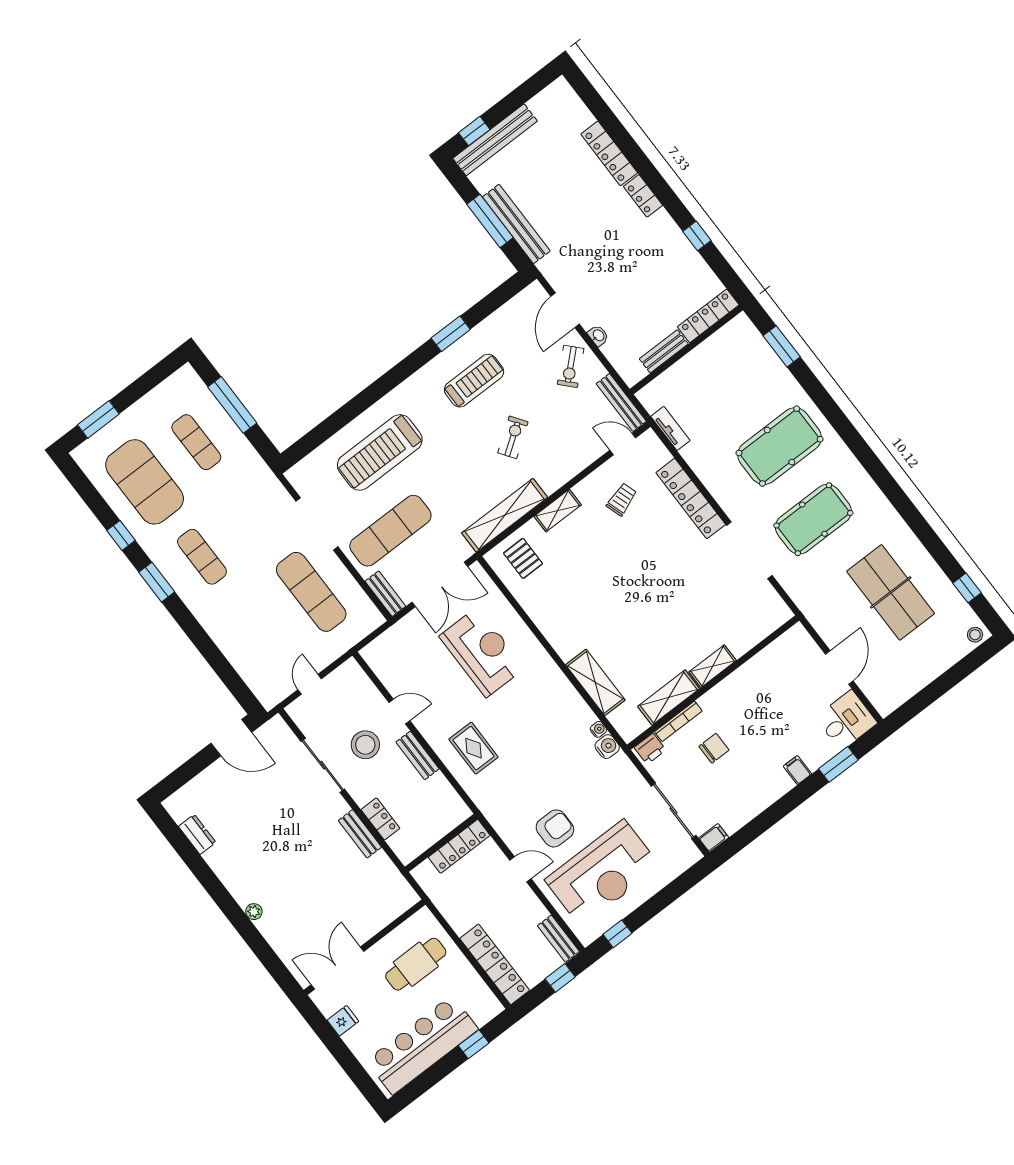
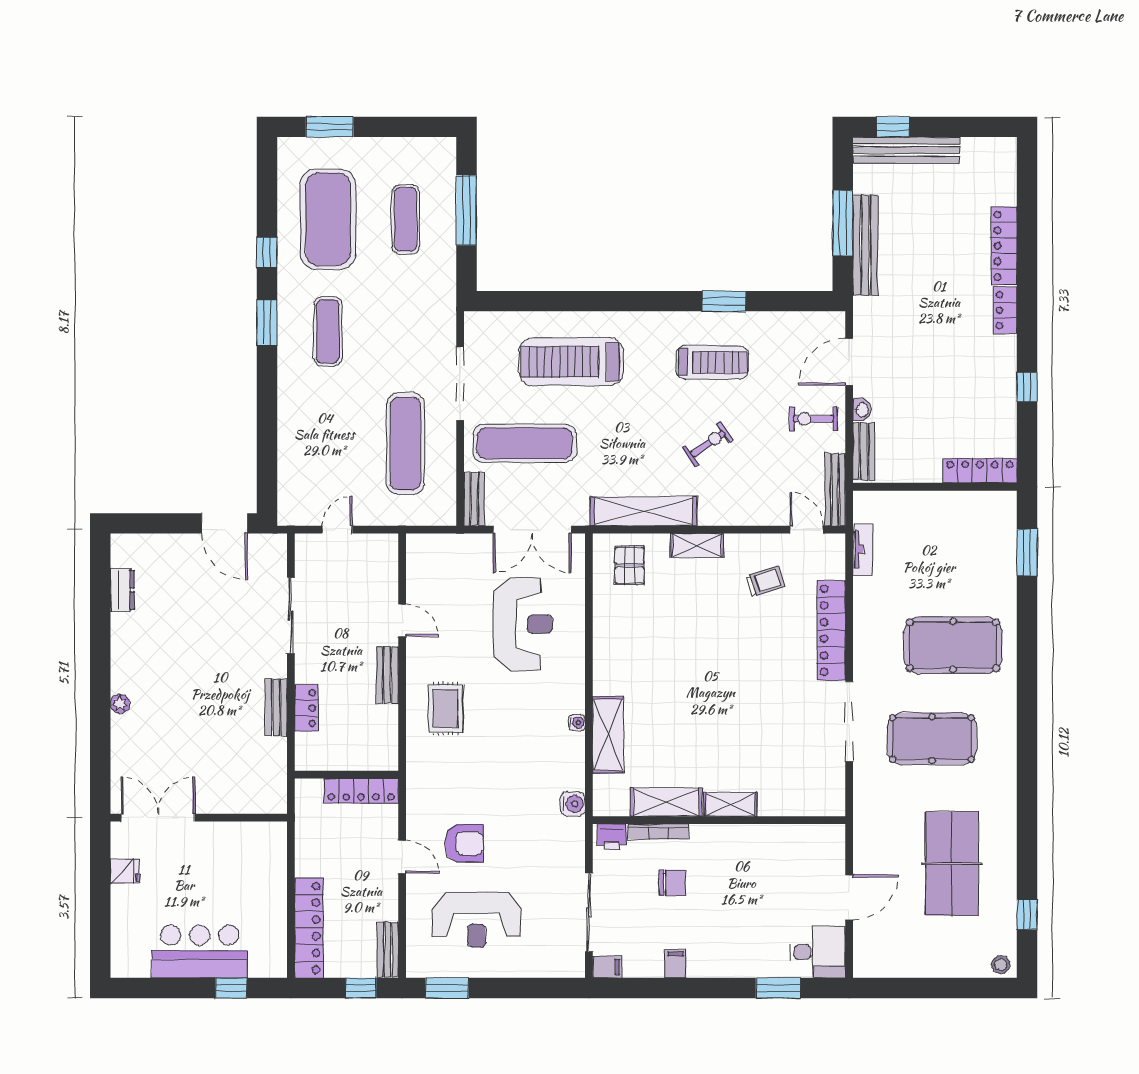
bench: (664, 351) -> (864, 451), moved, turned 90
exercise bike: (570, 366) -> (813, 419), turned 43
water cooler: (598, 729) -> (577, 722), moved
stool: (365, 745) -> (346, 627), removed
filing cabinet: (797, 770) -> (675, 964), moved
reception desk: (602, 873) -> (477, 920), width x0.74, depth x0.77
window: (618, 934) -> (447, 988), width x1.50
cafe table: (416, 964) -> (235, 871), removed
bar counter: (422, 1045) -> (200, 952), width x0.73

